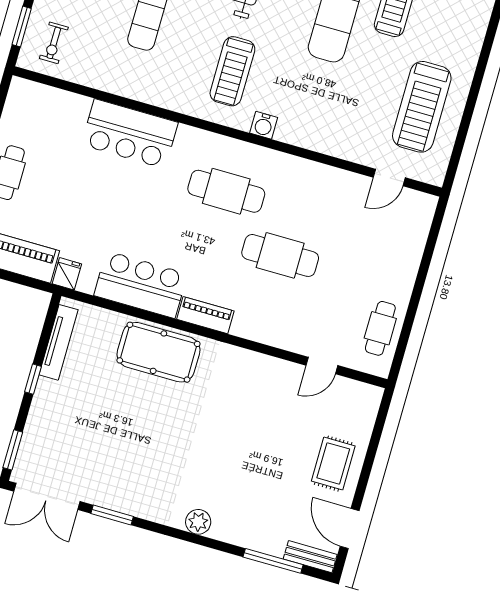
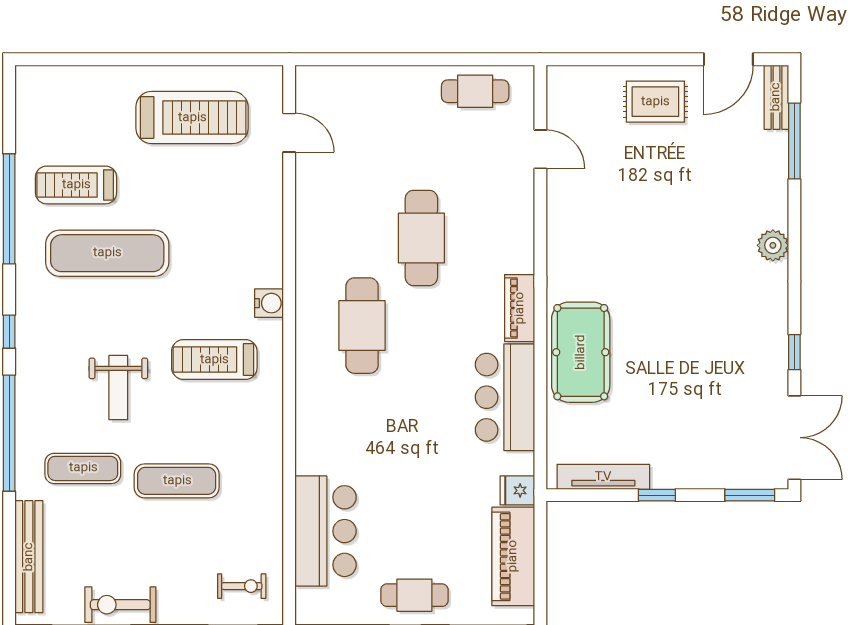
treadmill: (232, 71) -> (214, 360), turned 180
bar counter: (130, 134) -> (326, 531), moved
window: (112, 515) -> (794, 352), width x0.67

